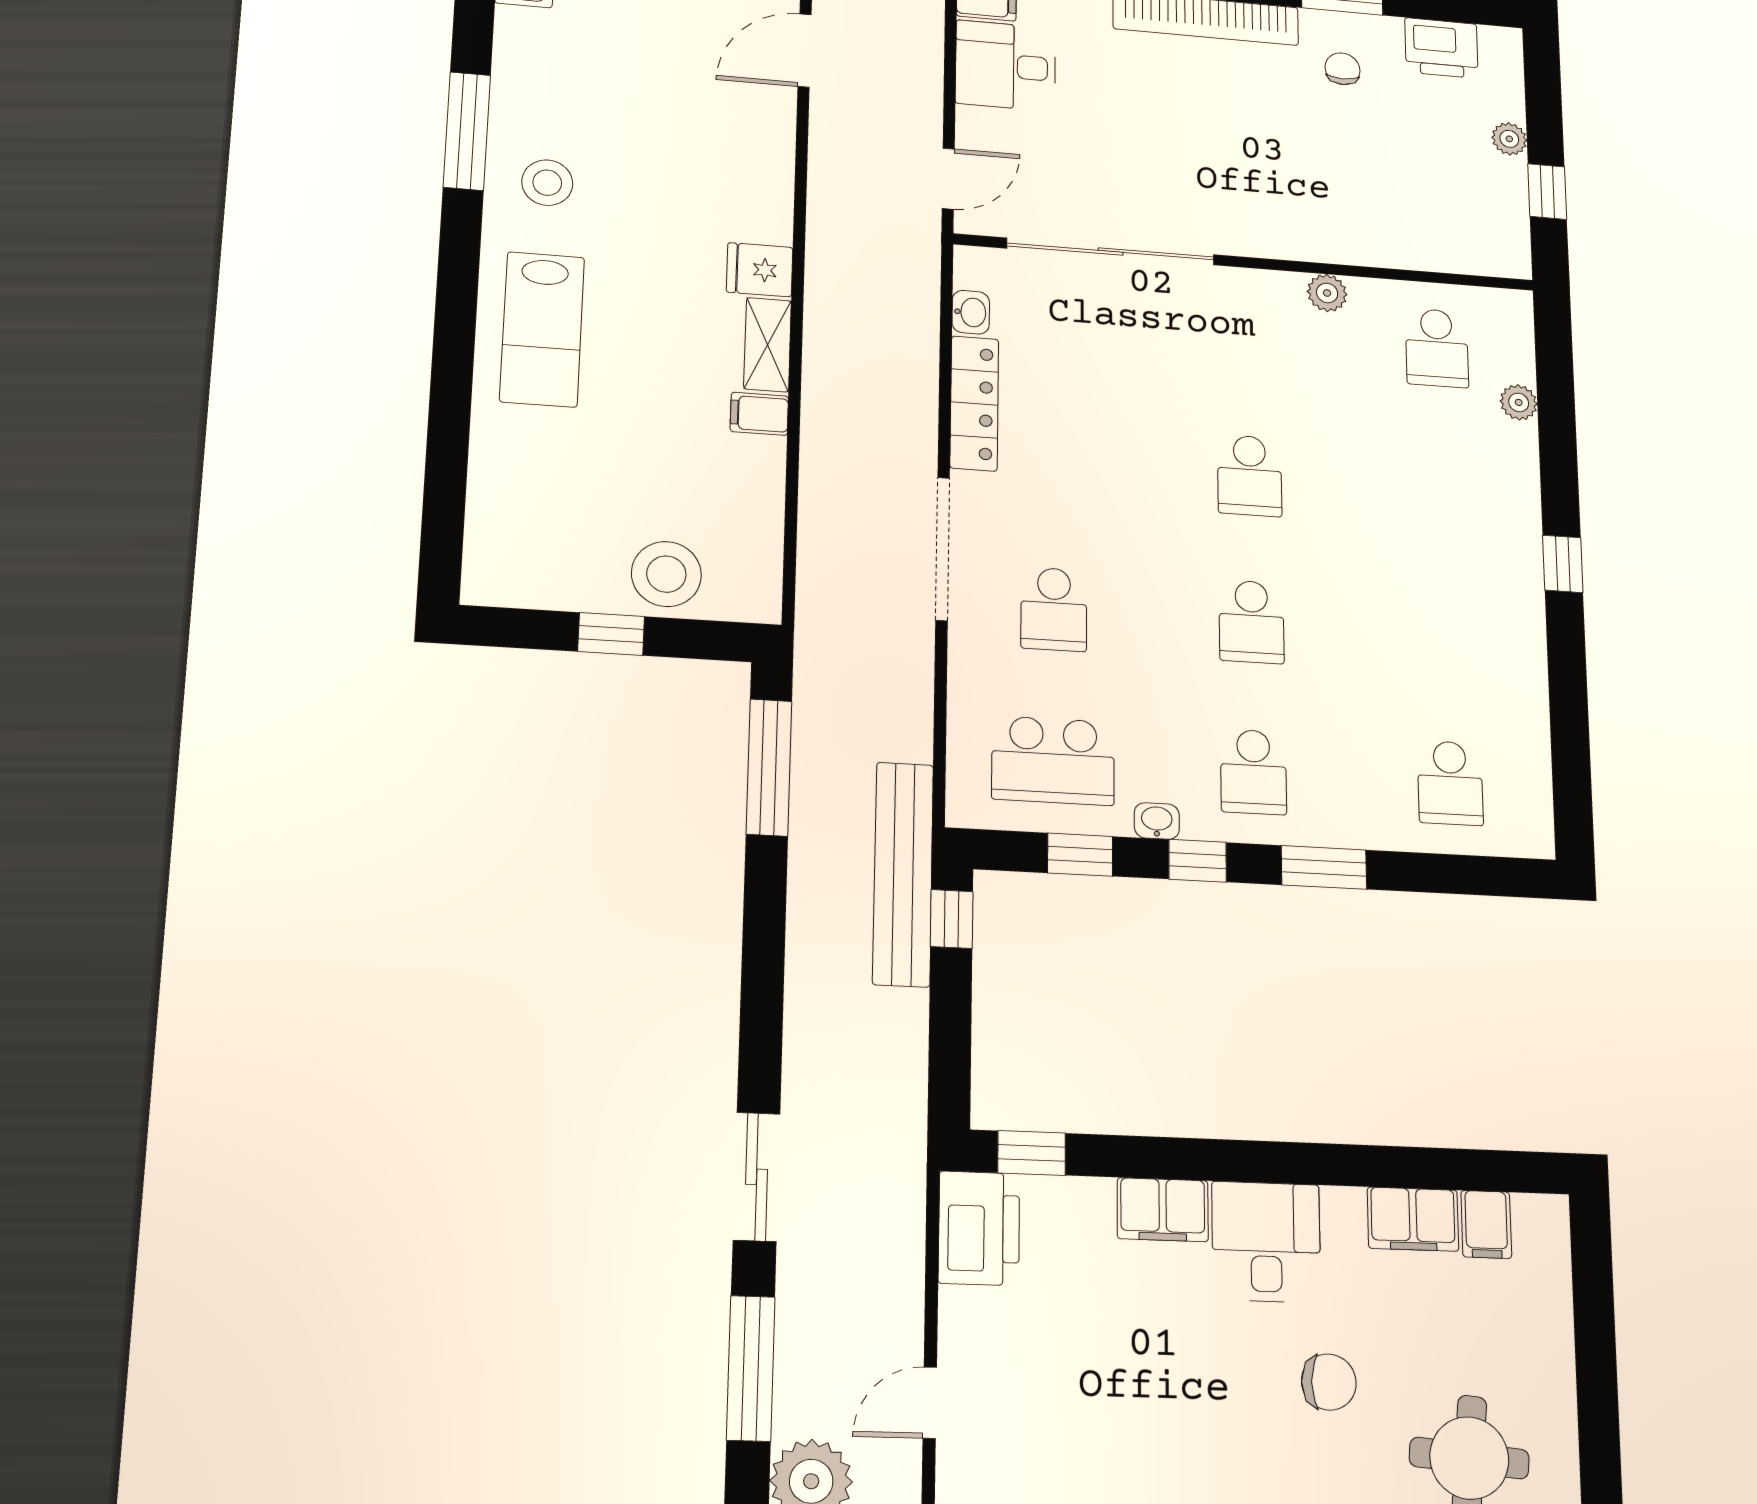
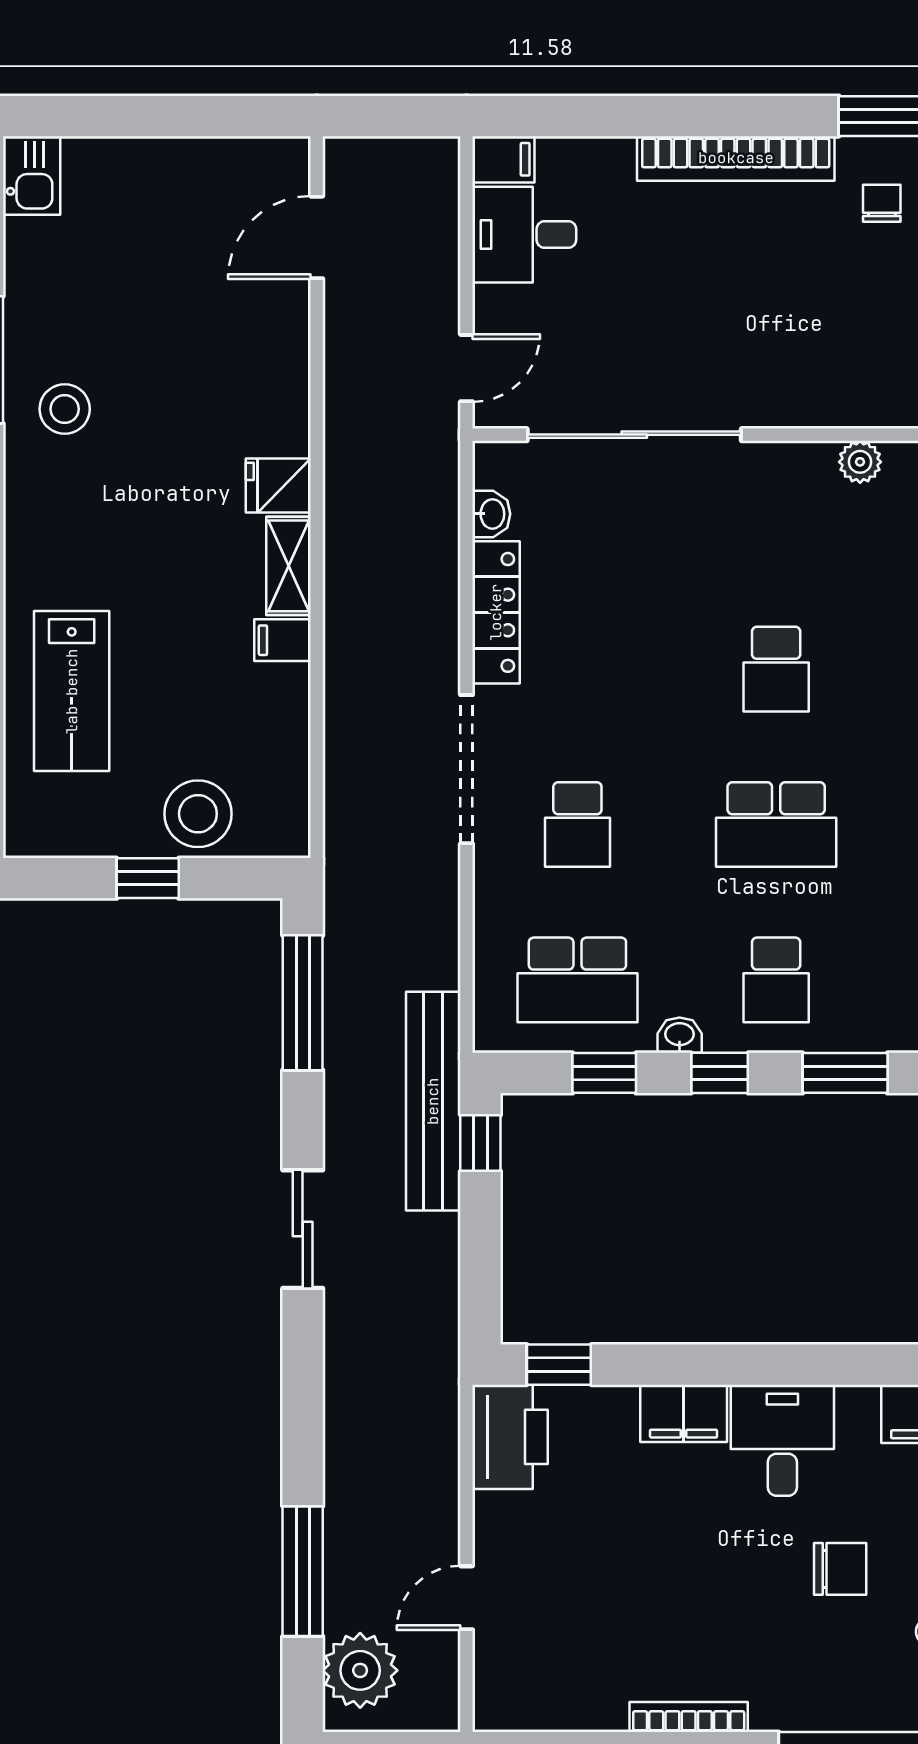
lab bench: (542, 329) -> (72, 691), moved
school desk: (1252, 622) -> (776, 825), width x1.85
sliding door: (757, 1177) -> (303, 1229), moved

